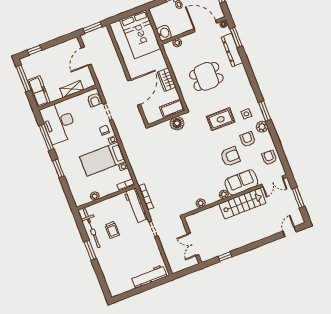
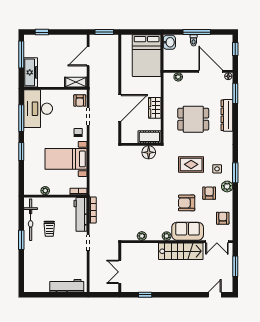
washbasin: (164, 33) -> (169, 42), moved
dresser: (232, 50) -> (227, 115), moved
shelving: (72, 89) -> (76, 82), moved
armchair: (230, 157) -> (187, 203), turned 180

